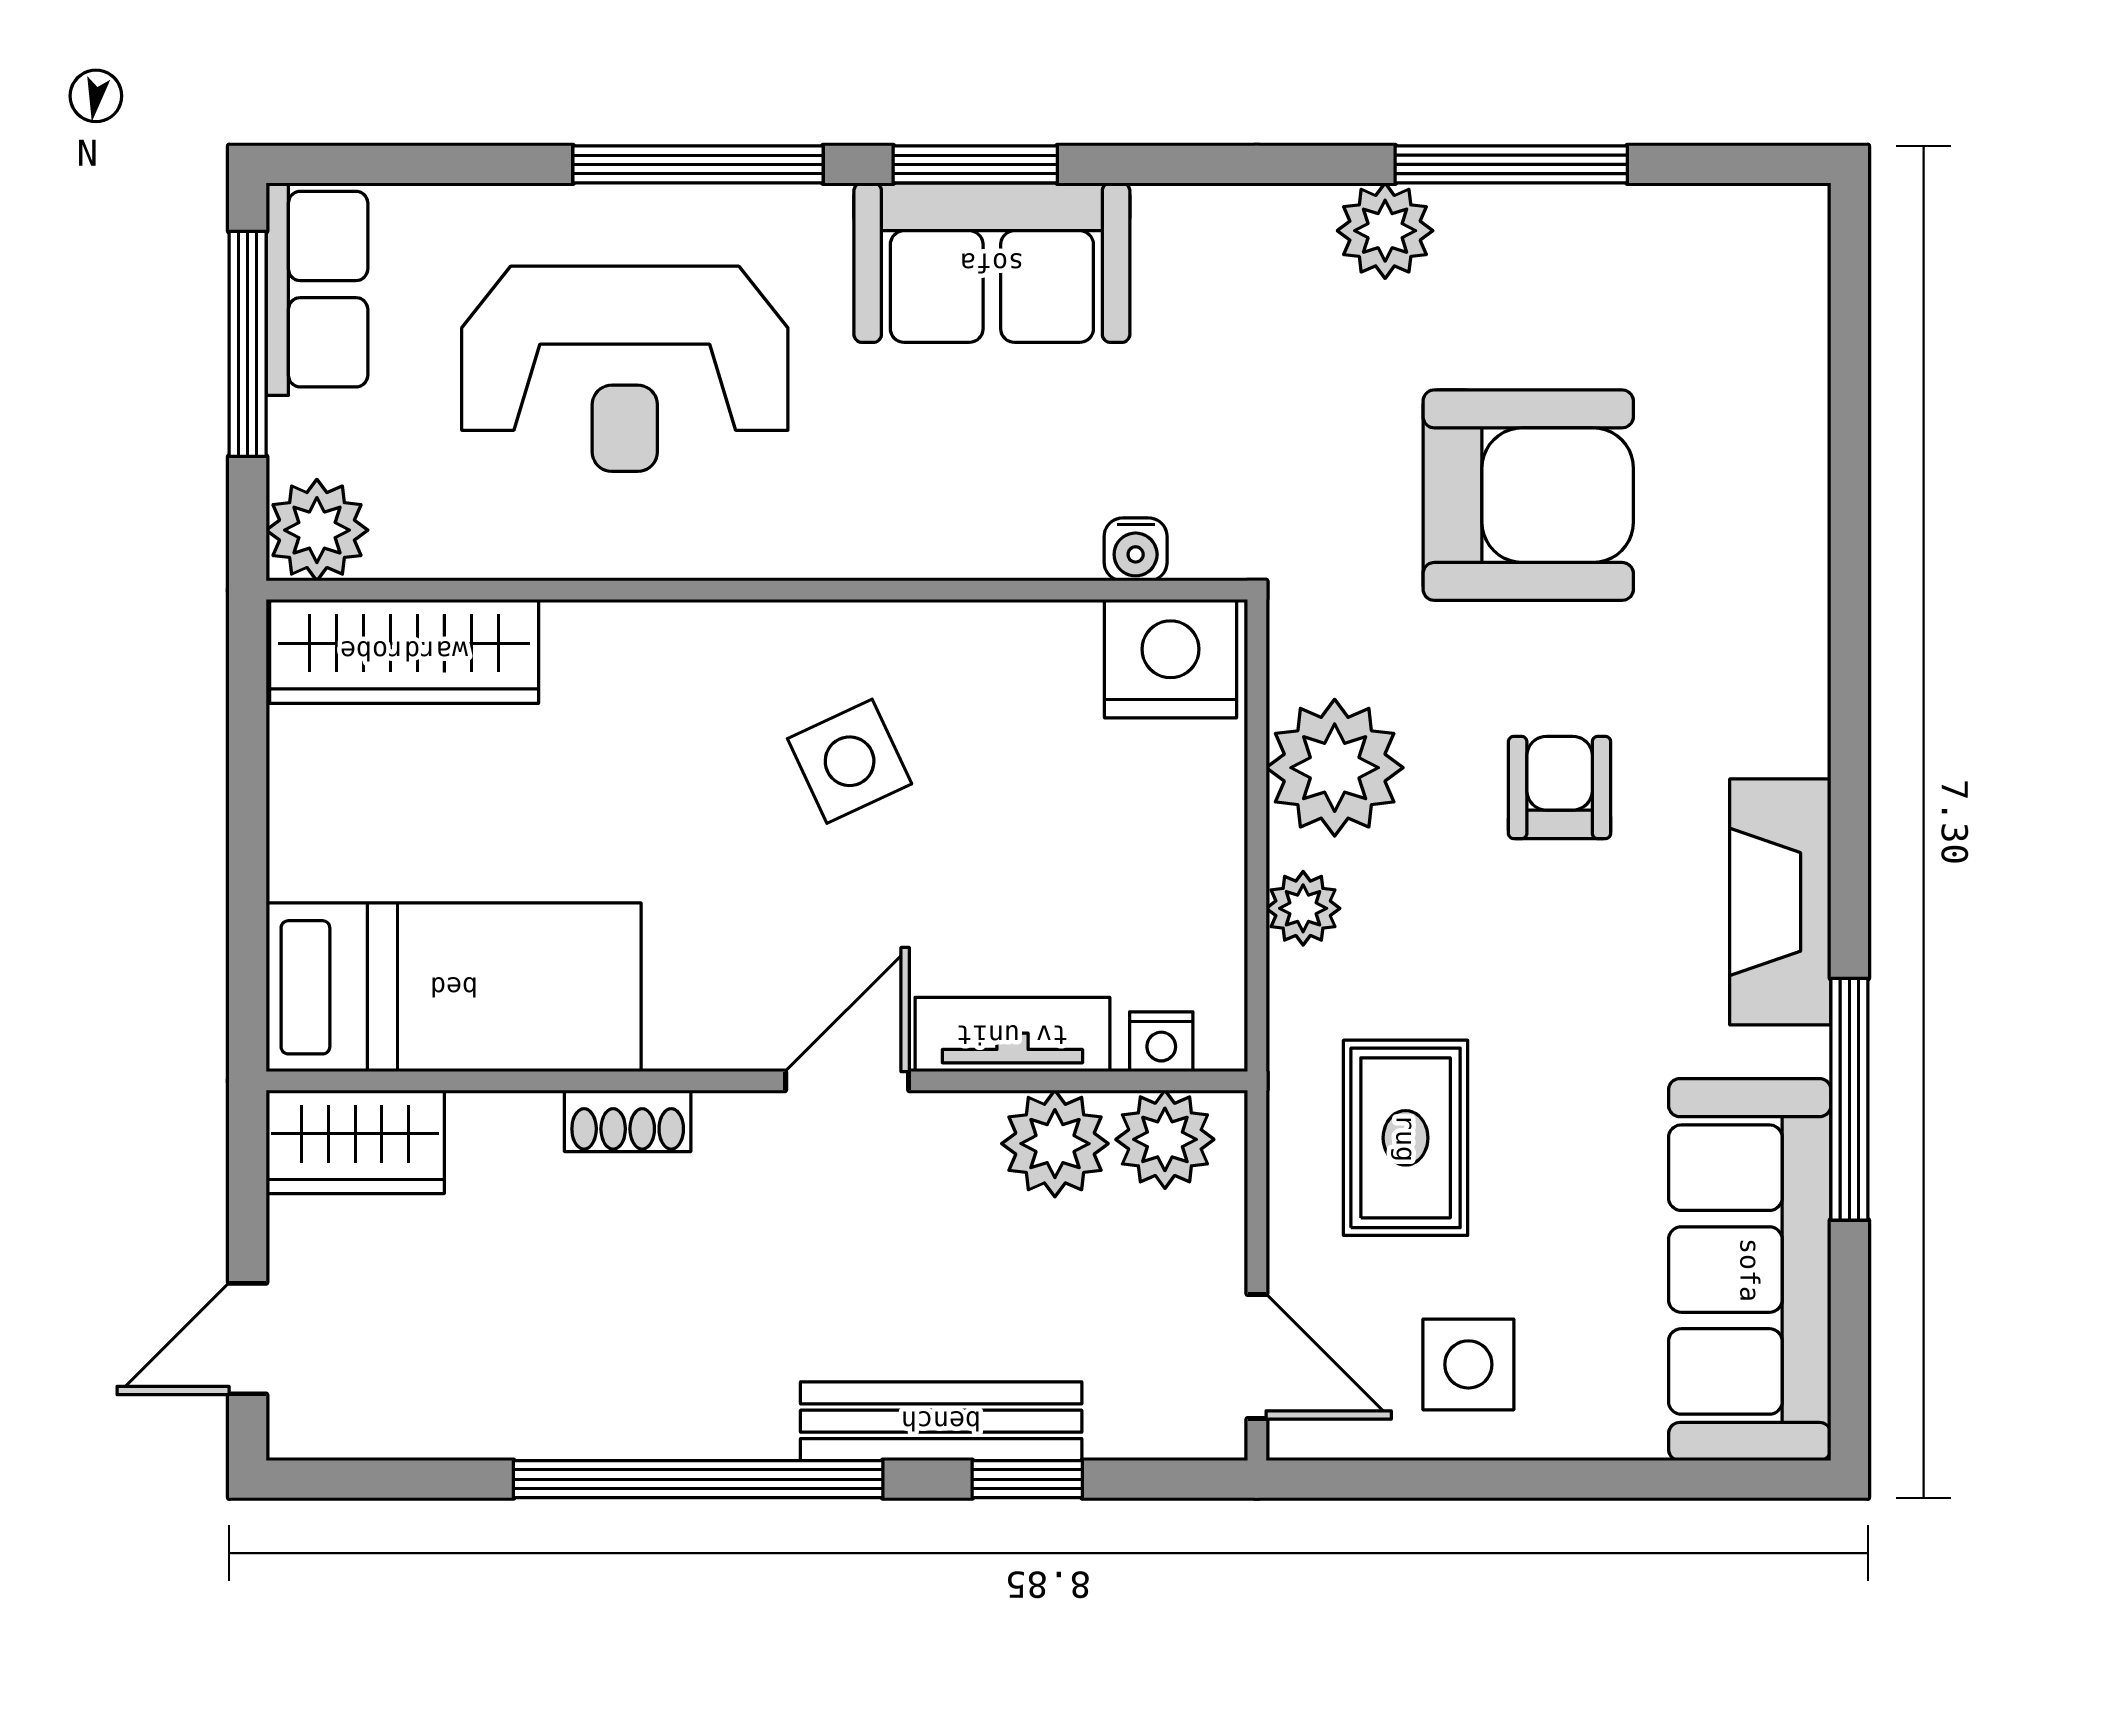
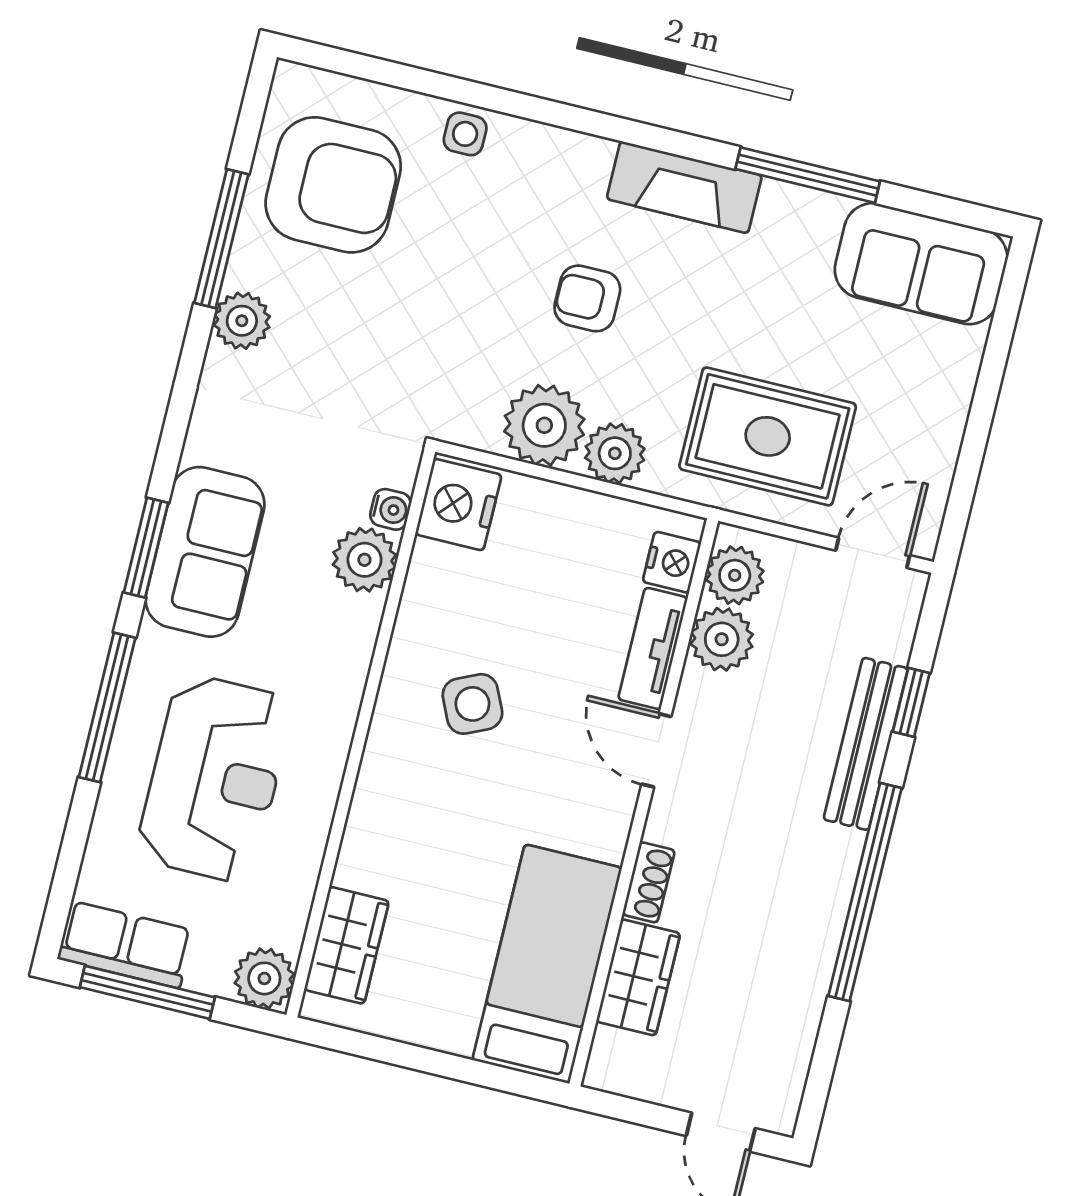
armchair: (1528, 495) -> (333, 185), moved, turned 90
plant: (1043, 527) -> (364, 560), added
wardrobe: (404, 651) -> (347, 945), width x0.67
plant: (1303, 908) -> (615, 453), width x1.38, depth x1.38
nightstand: (1161, 1042) -> (672, 562), width x1.39, depth x1.35
rug: (1406, 1138) -> (768, 436), width x1.36, depth x1.43
wardrobe: (355, 1142) -> (638, 977), moved
sofa: (1750, 1270) -> (921, 264), width x0.73
side table: (1468, 1364) -> (465, 134), moved, width x0.73, depth x0.73

